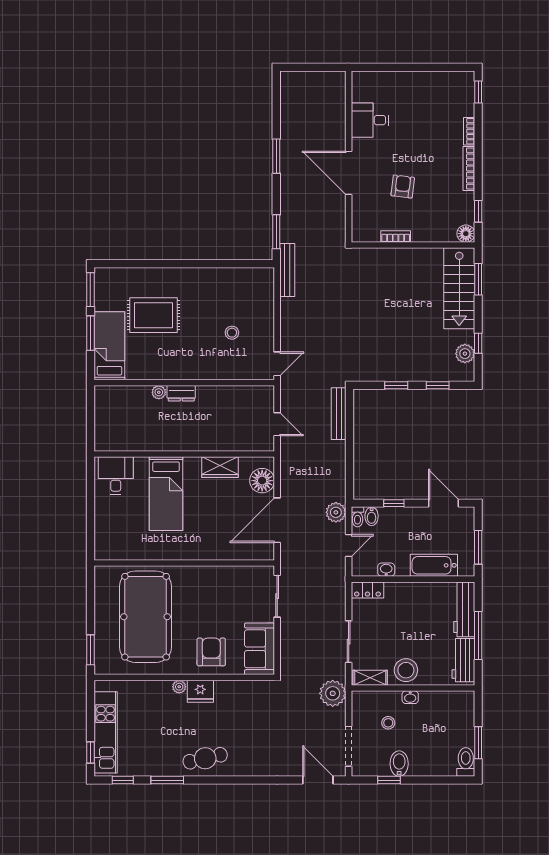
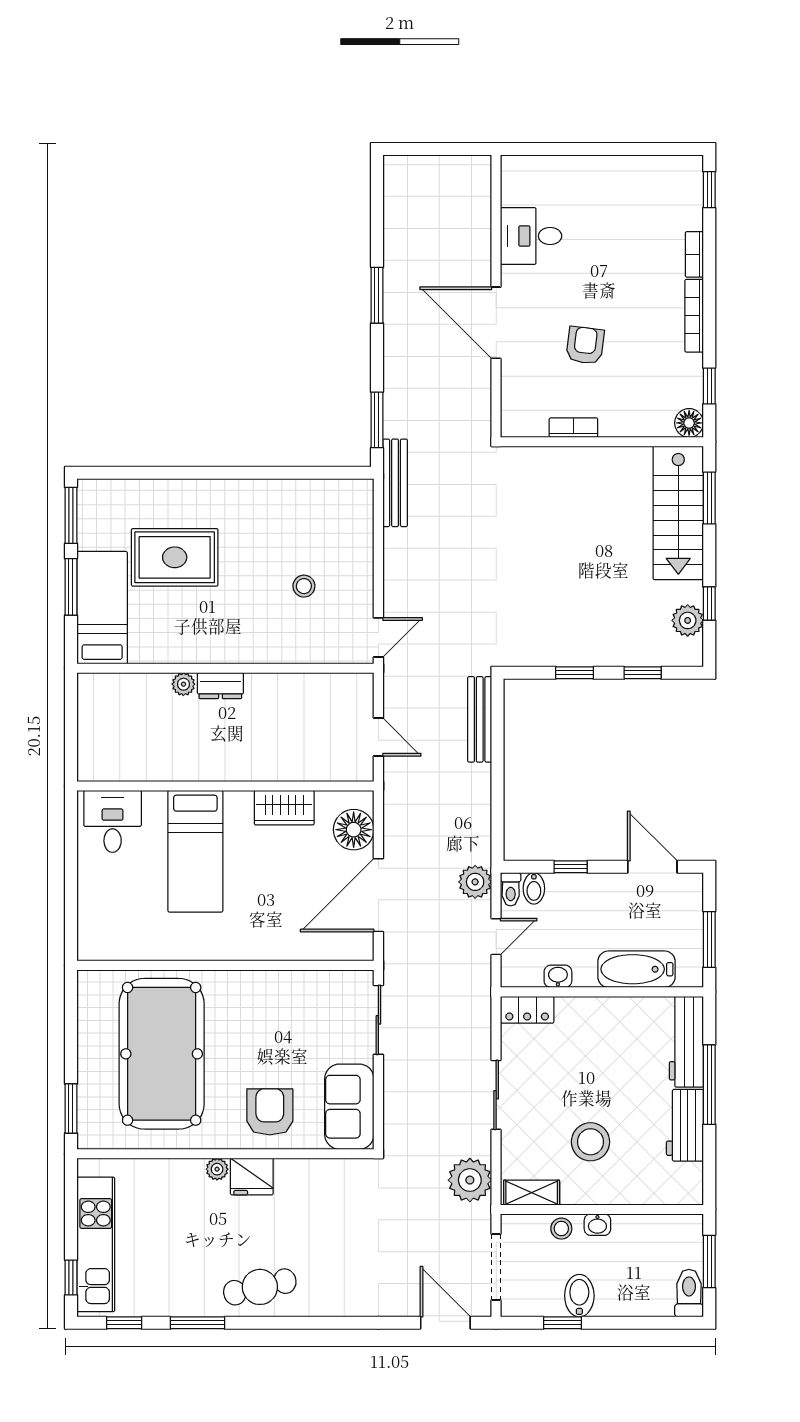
shelving: (370, 678) -> (532, 1193), moved
wall: (413, 688) -> (602, 1210), moved
washbasin: (410, 697) -> (597, 1225), moved

